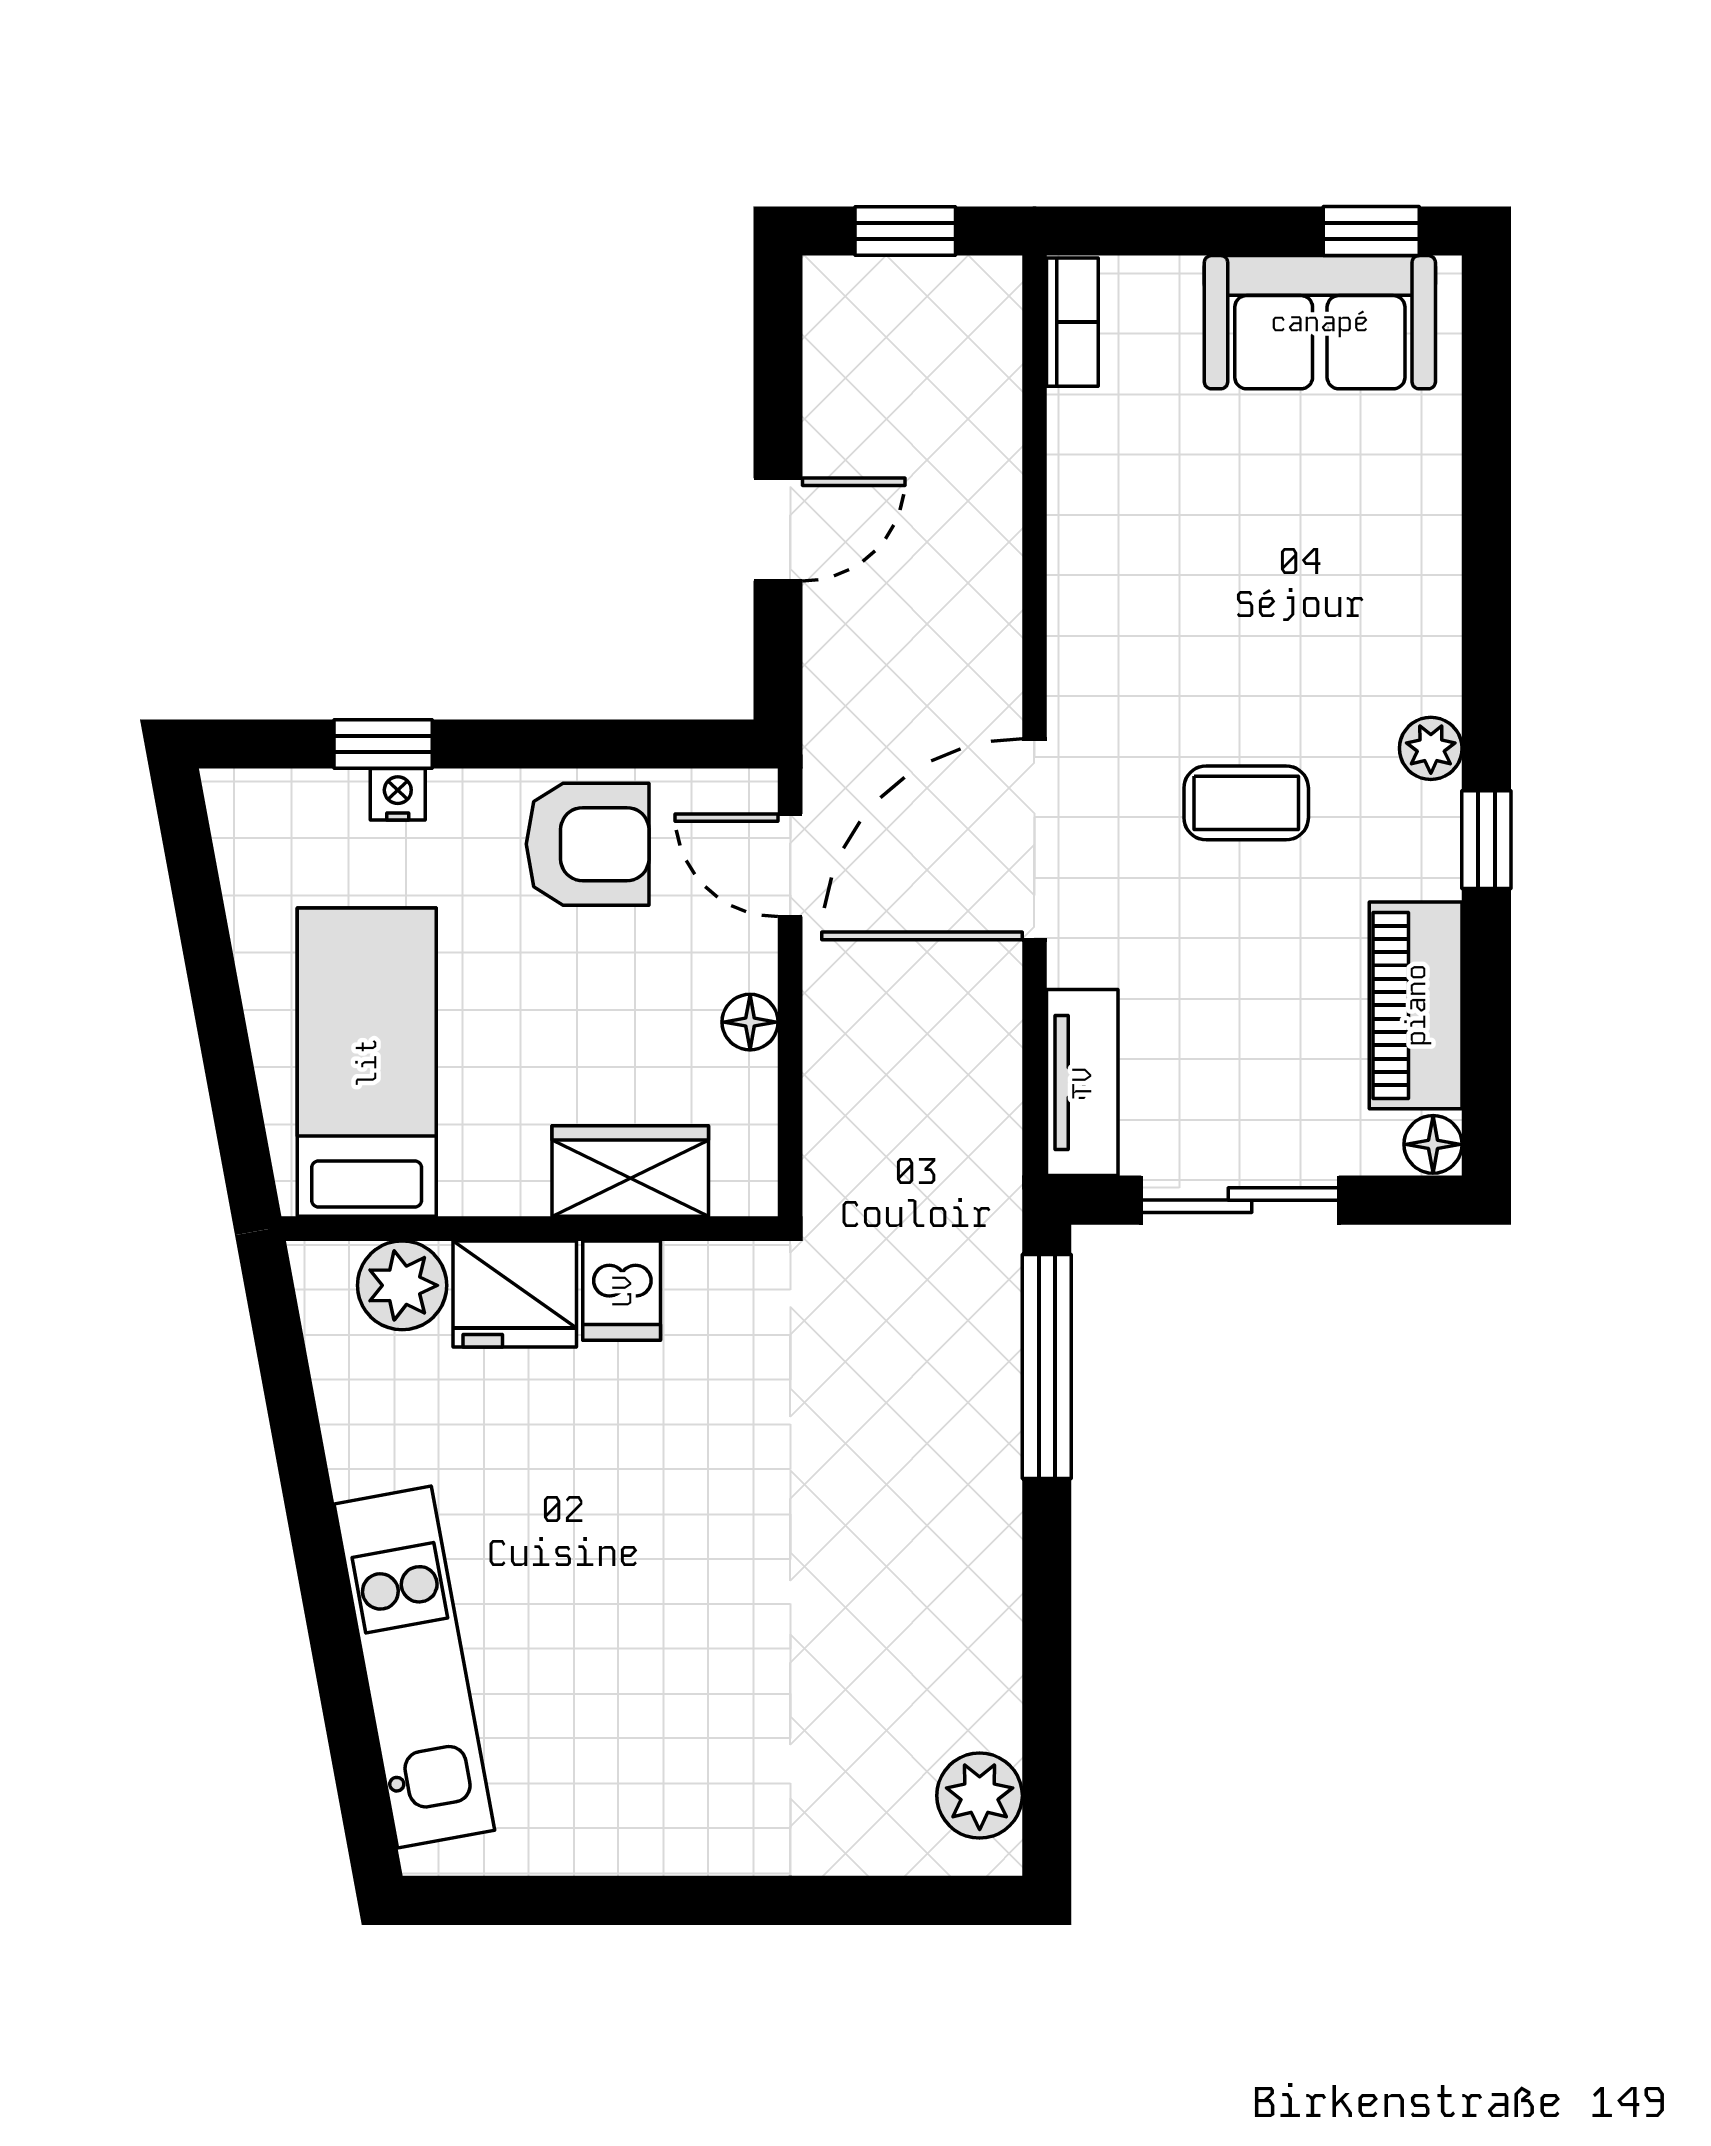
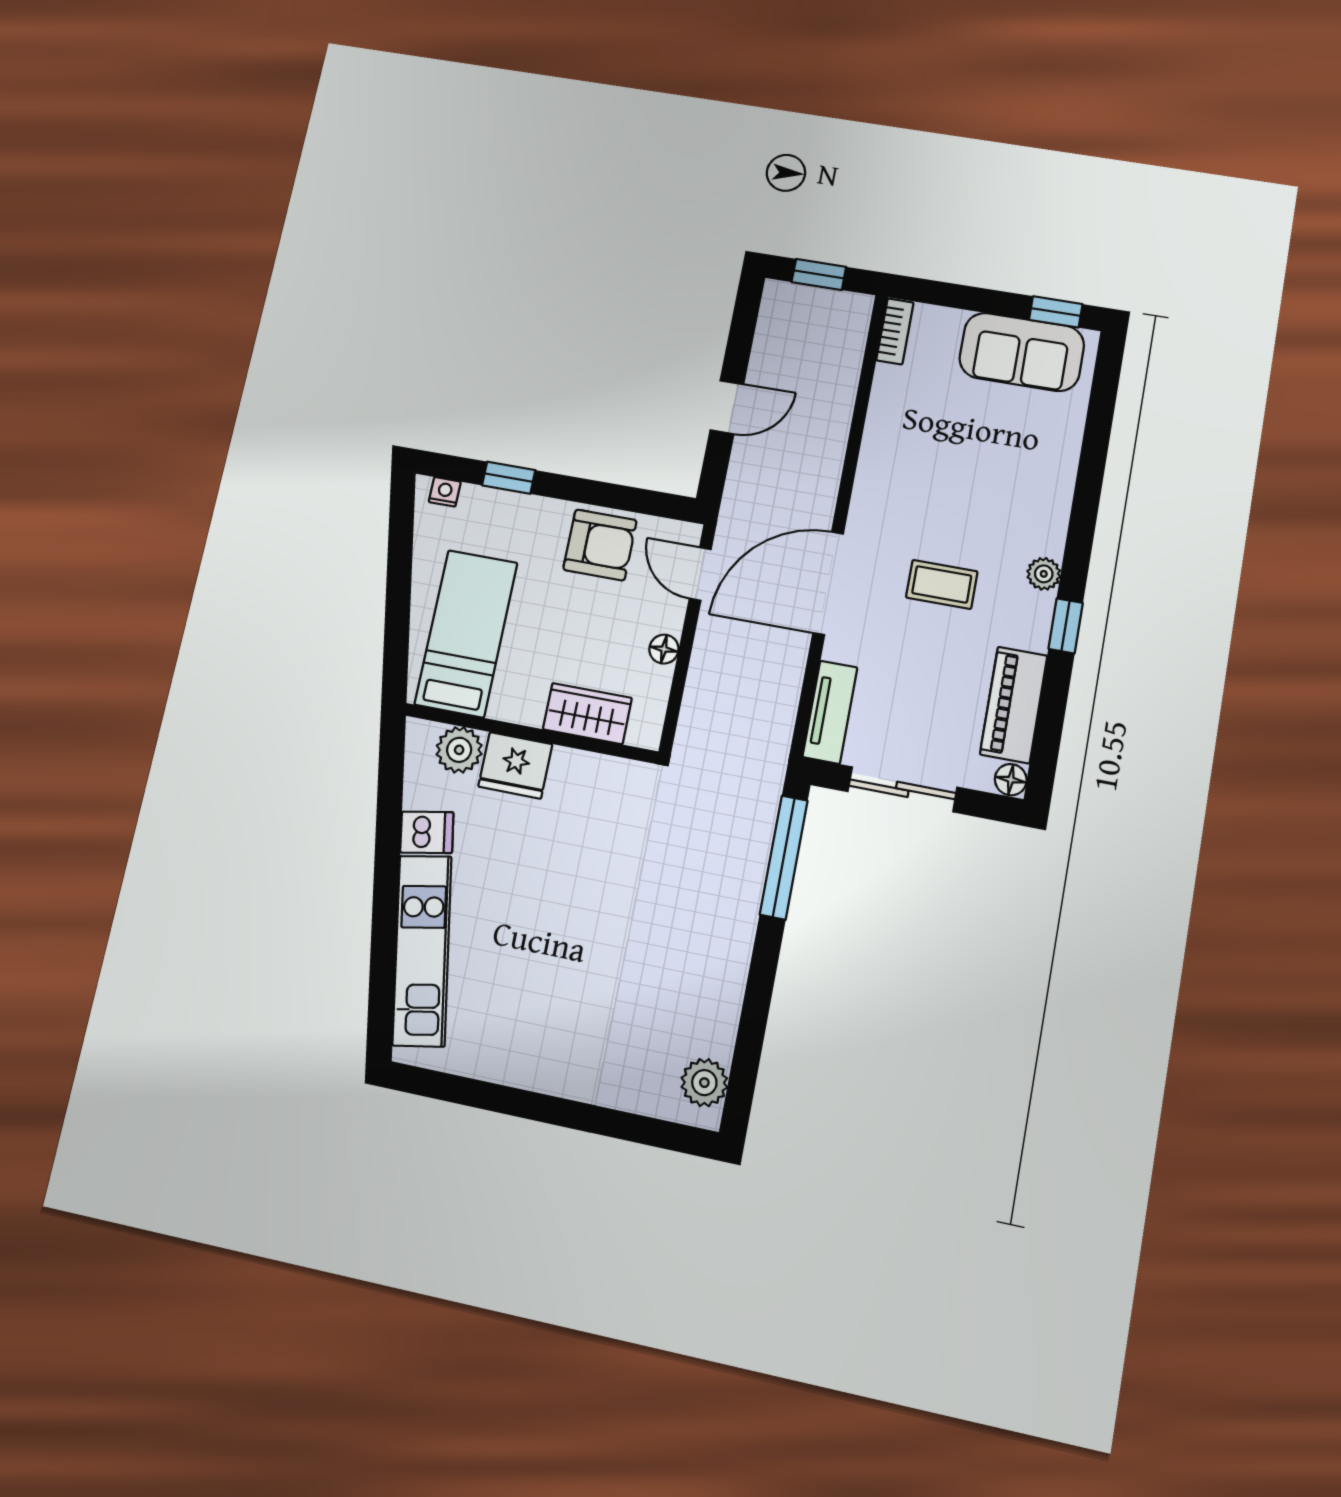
nightstand: (398, 794) -> (445, 492), moved
dishwasher: (622, 1291) -> (427, 832), moved, turned -100

